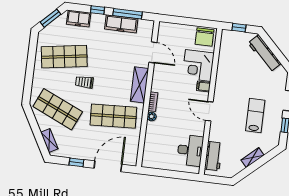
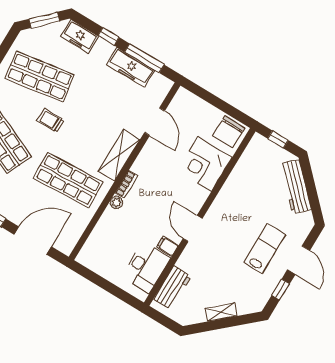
filing cabinet: (204, 86) -> (168, 246), moved
lab bench: (255, 115) -> (265, 248), moved

